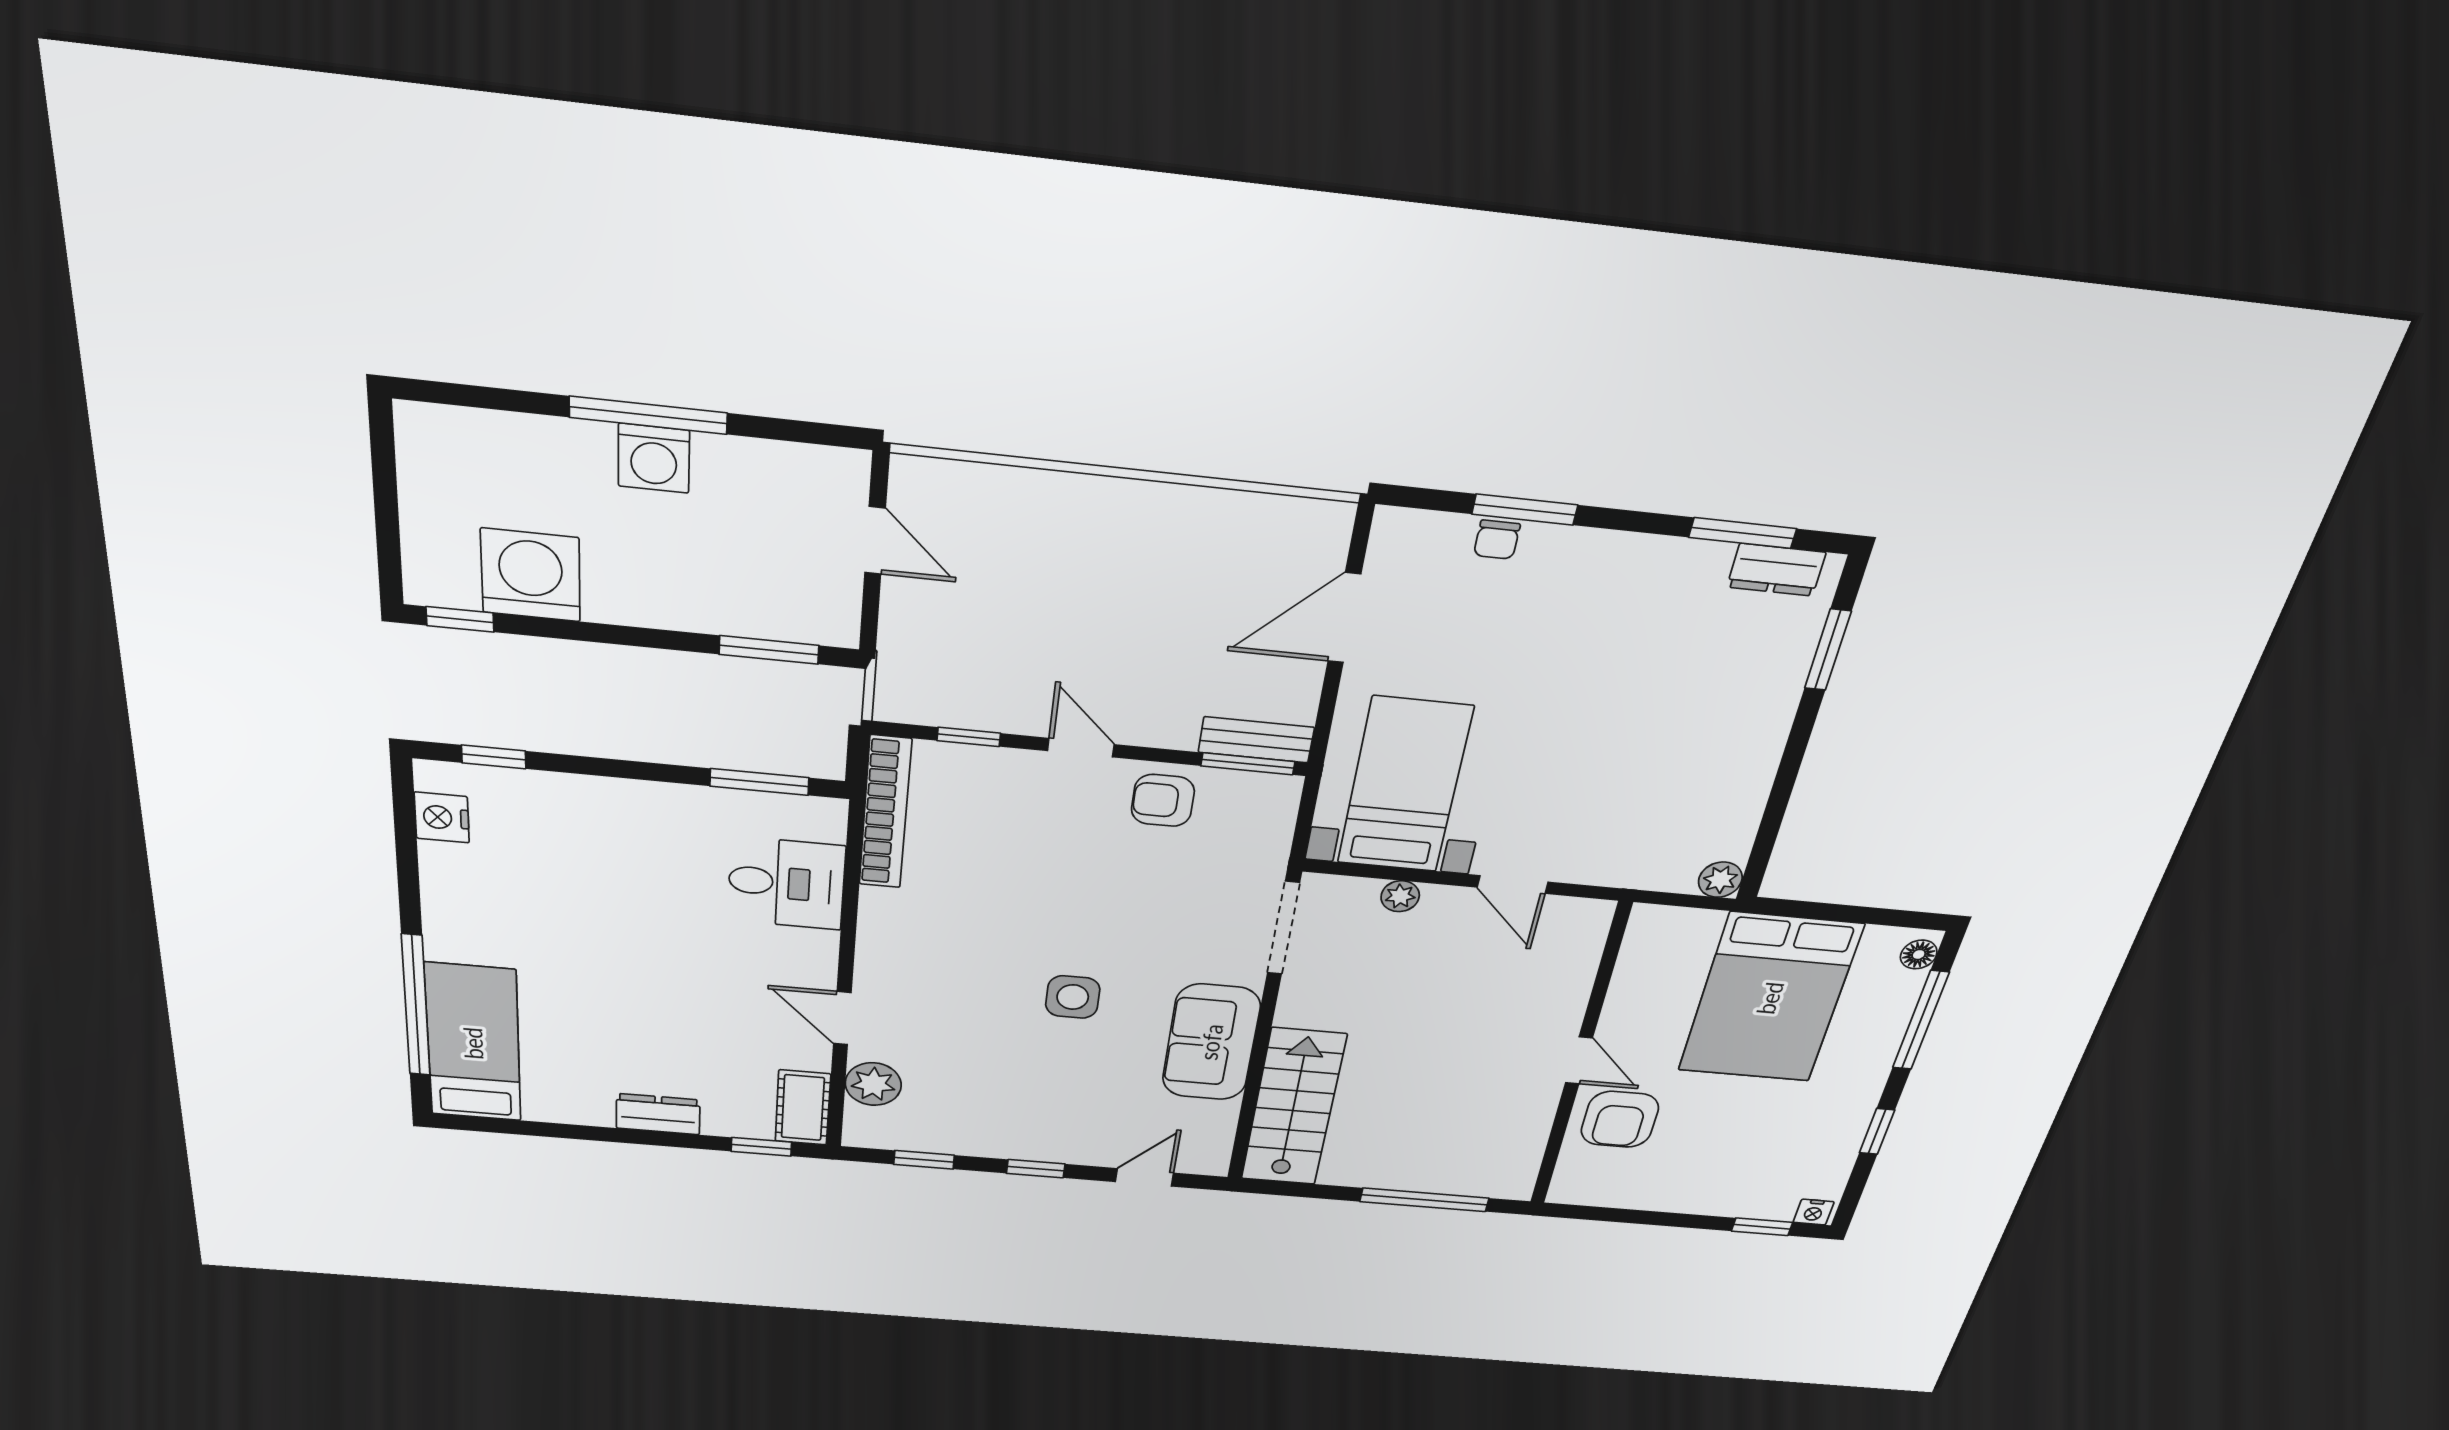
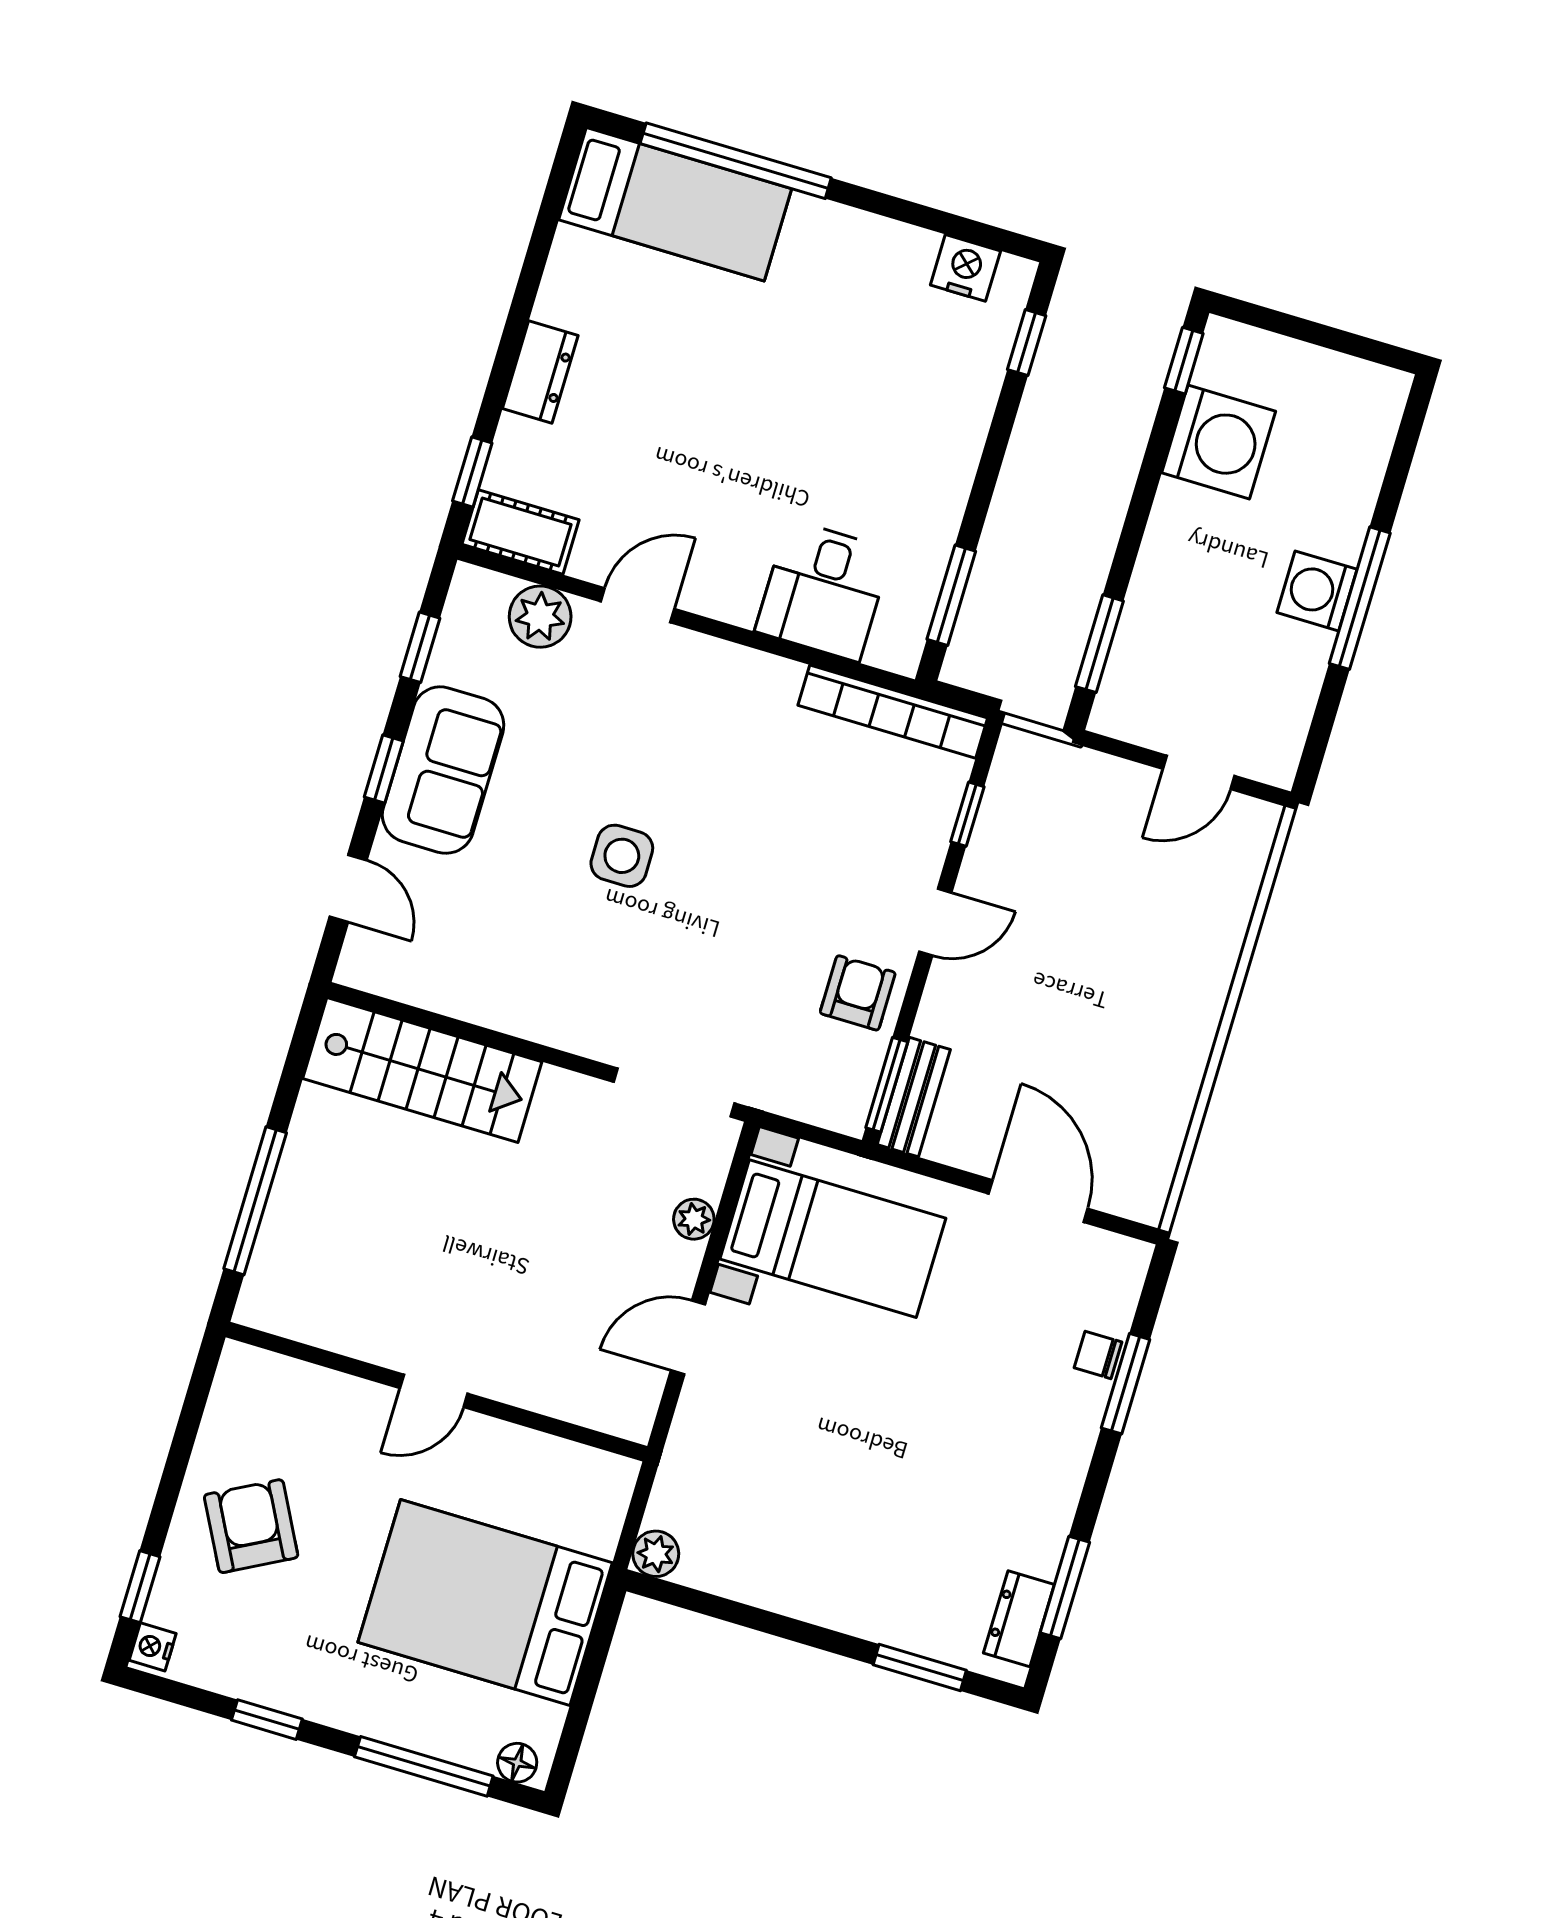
sofa: (1211, 1042) -> (443, 770), moved, turned 90
armchair: (1620, 1119) -> (251, 1526), moved, turned 62

